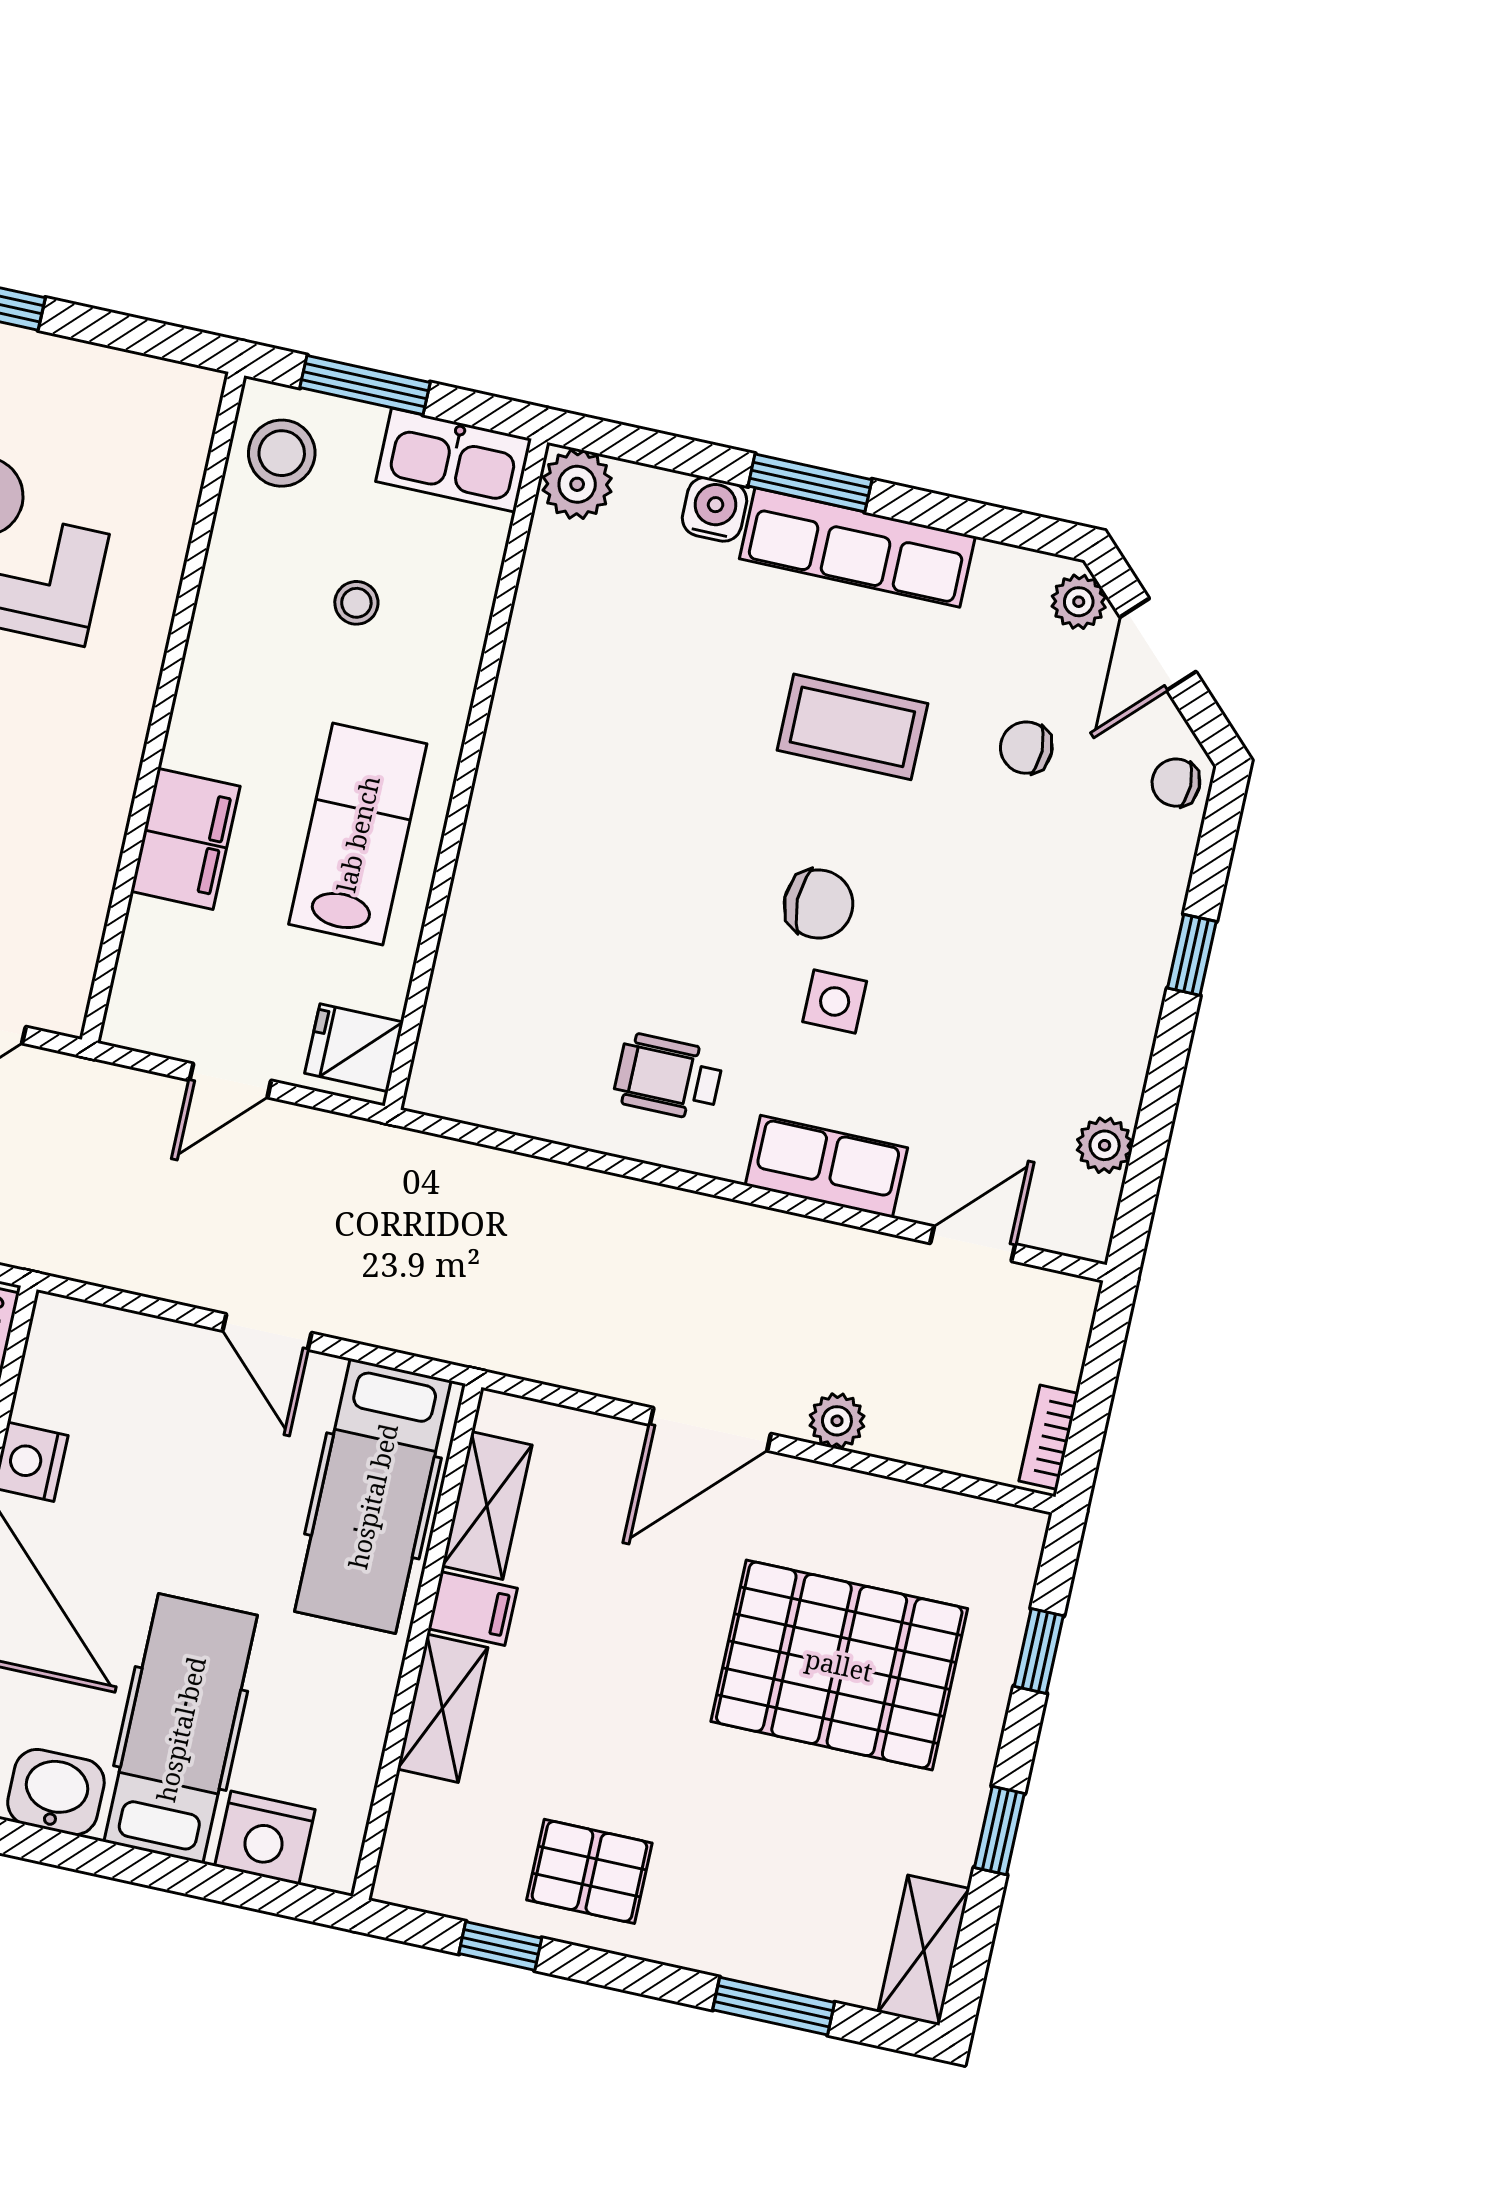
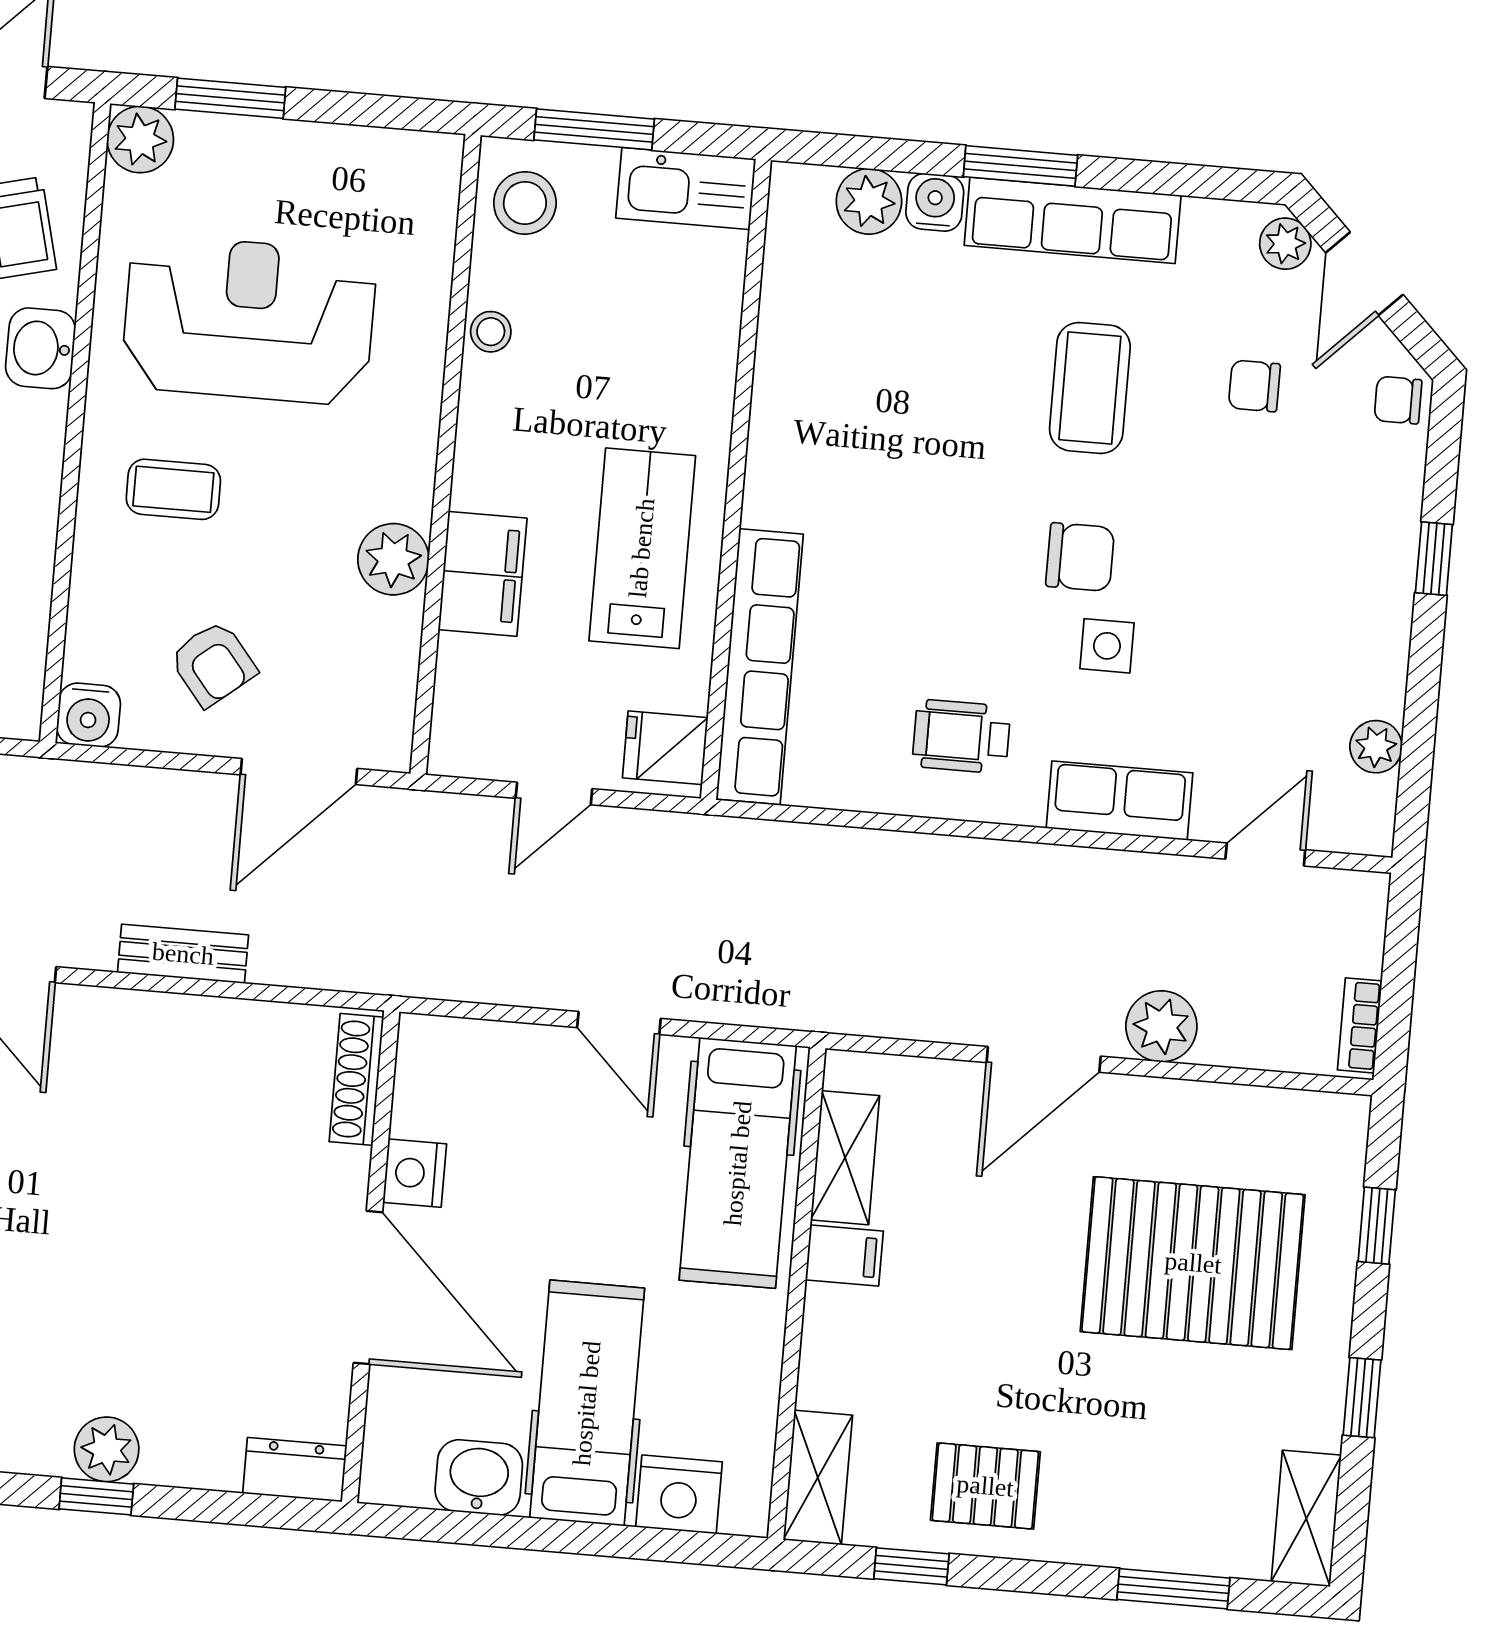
plant: (577, 484) -> (869, 201), moved
stool: (356, 603) -> (491, 332), moved
coffee table: (852, 727) -> (1090, 388), turned 90
plant: (93, 811) -> (393, 559), added
row of seats: (465, 975) -> (760, 667), added
plant: (837, 1421) -> (1161, 1026), width x1.38, depth x1.38
shelving: (443, 1708) -> (818, 1477), moved

